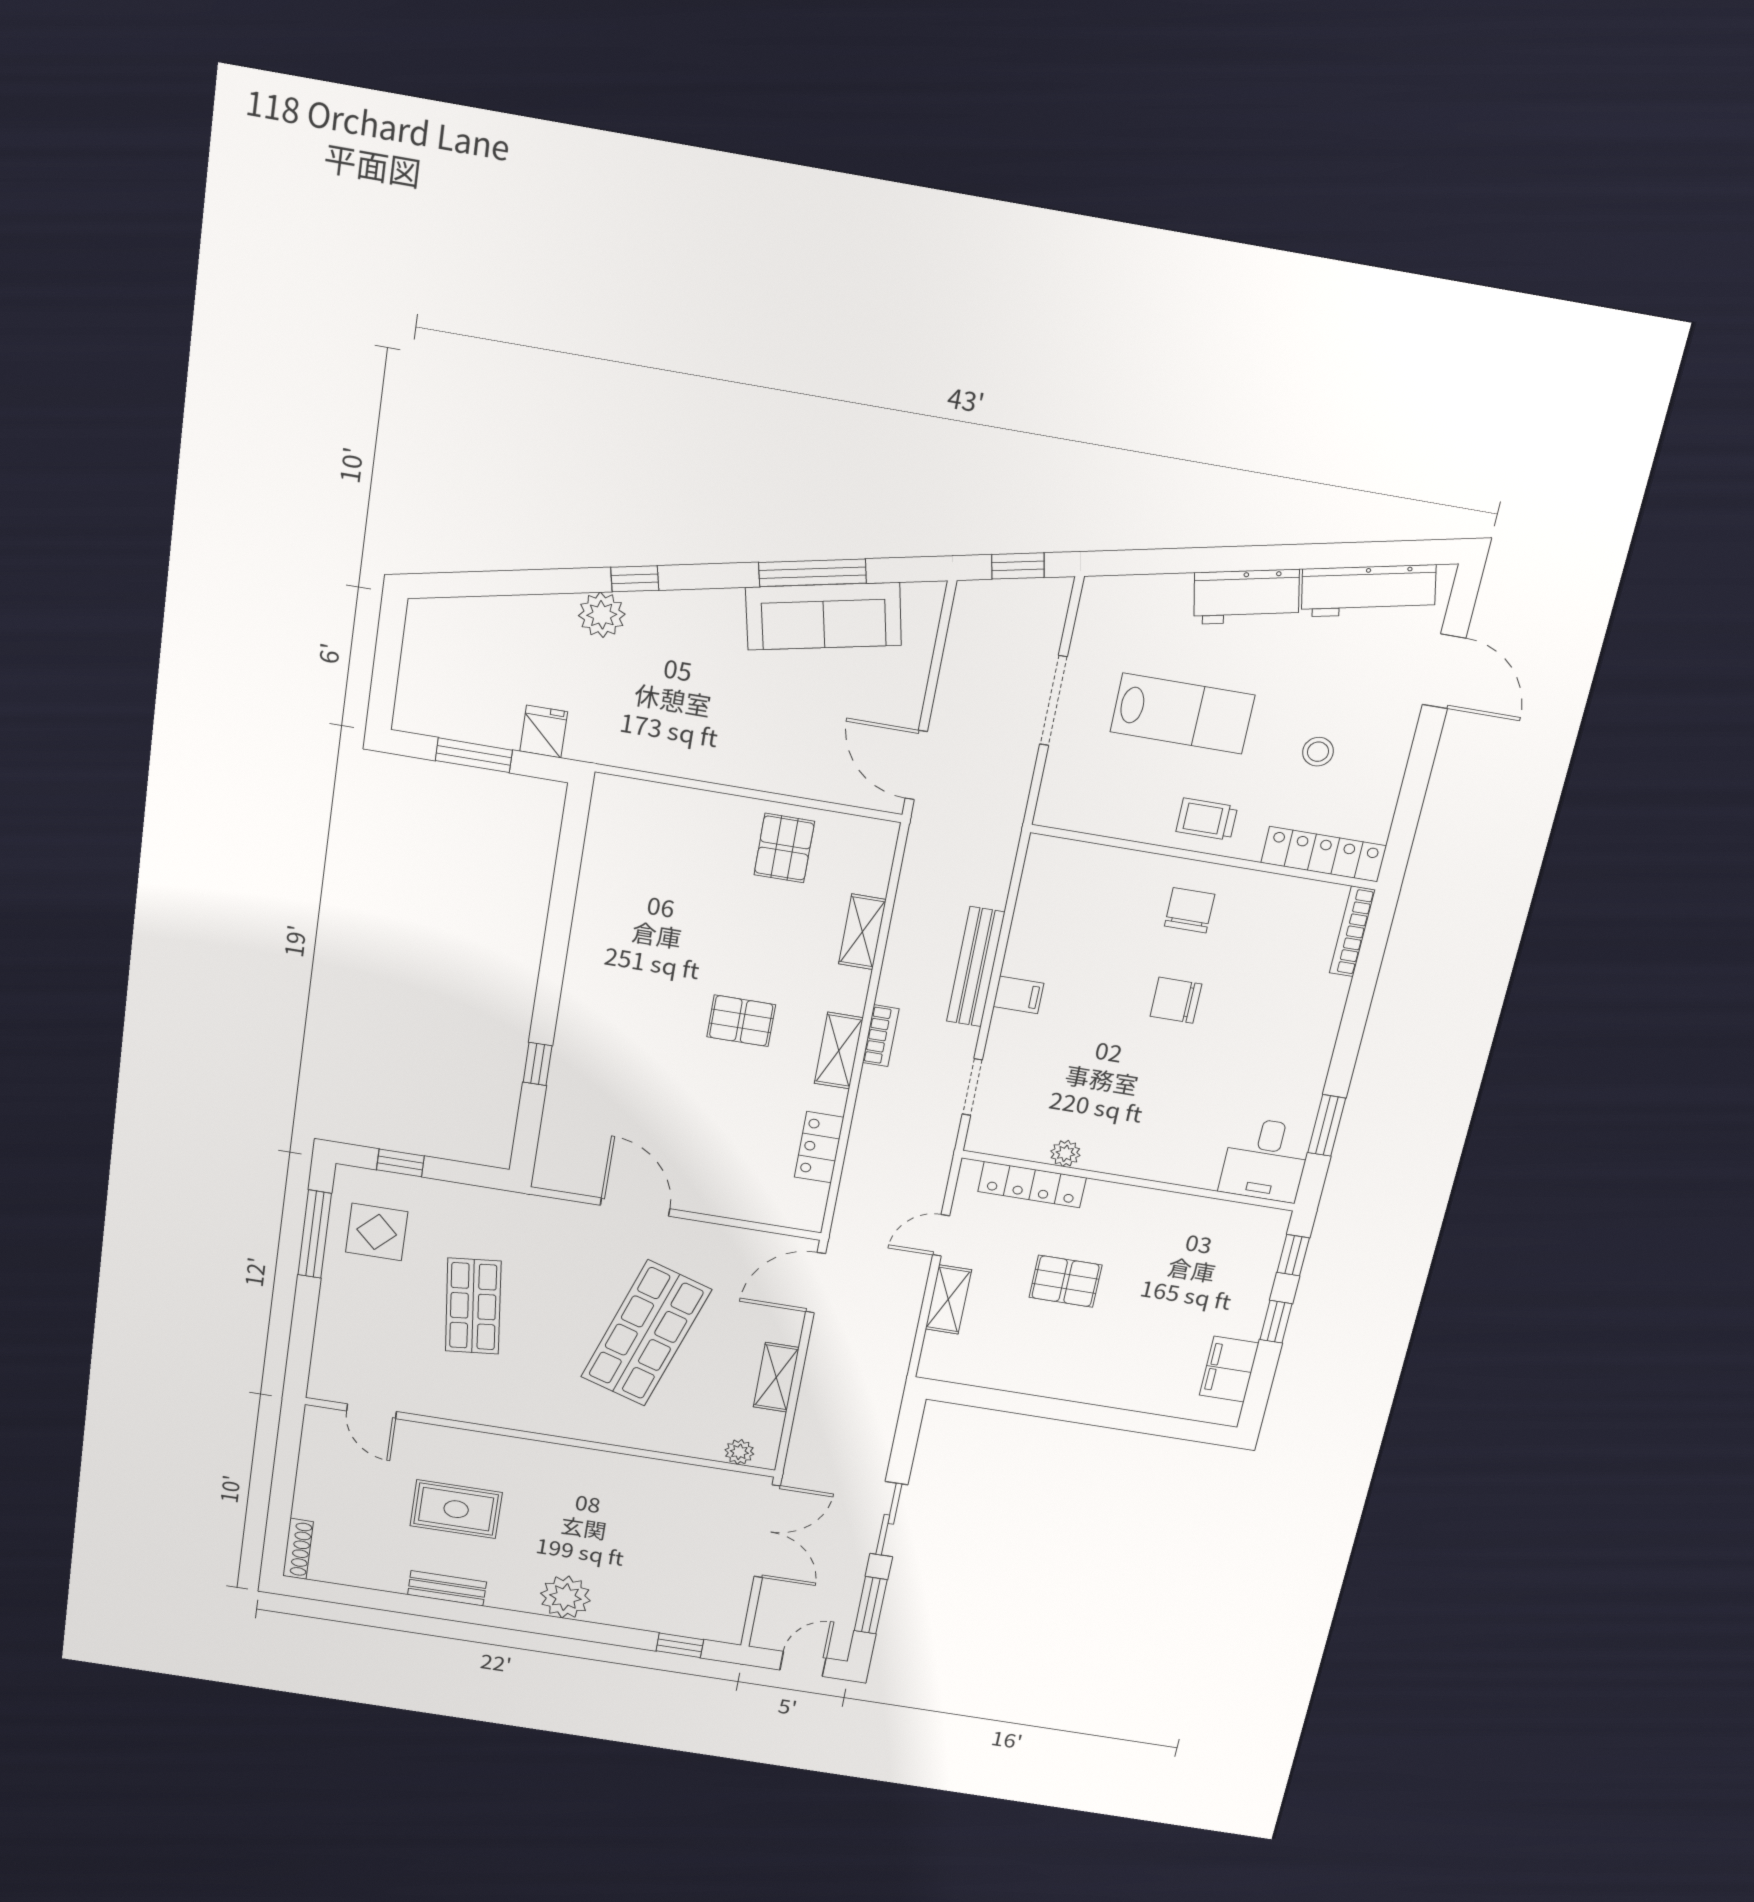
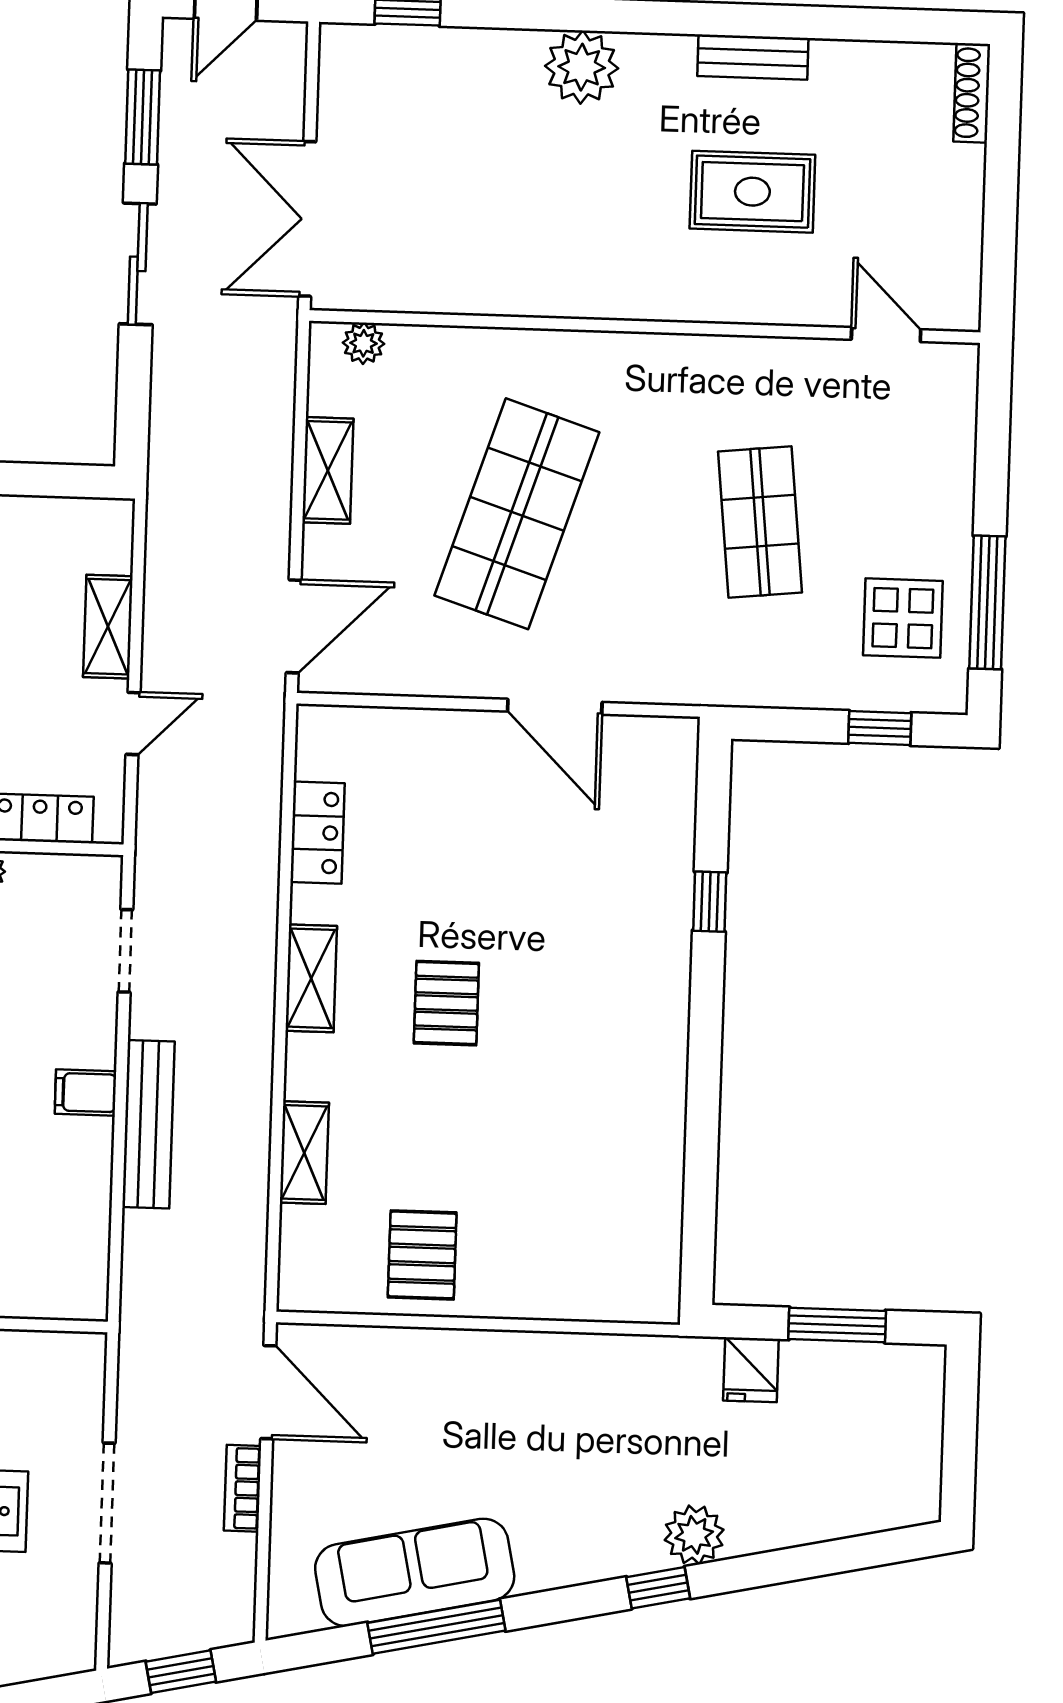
pallet: (741, 1021) -> (446, 1003), turned 90
bookcase: (881, 1036) -> (243, 1488), moved

